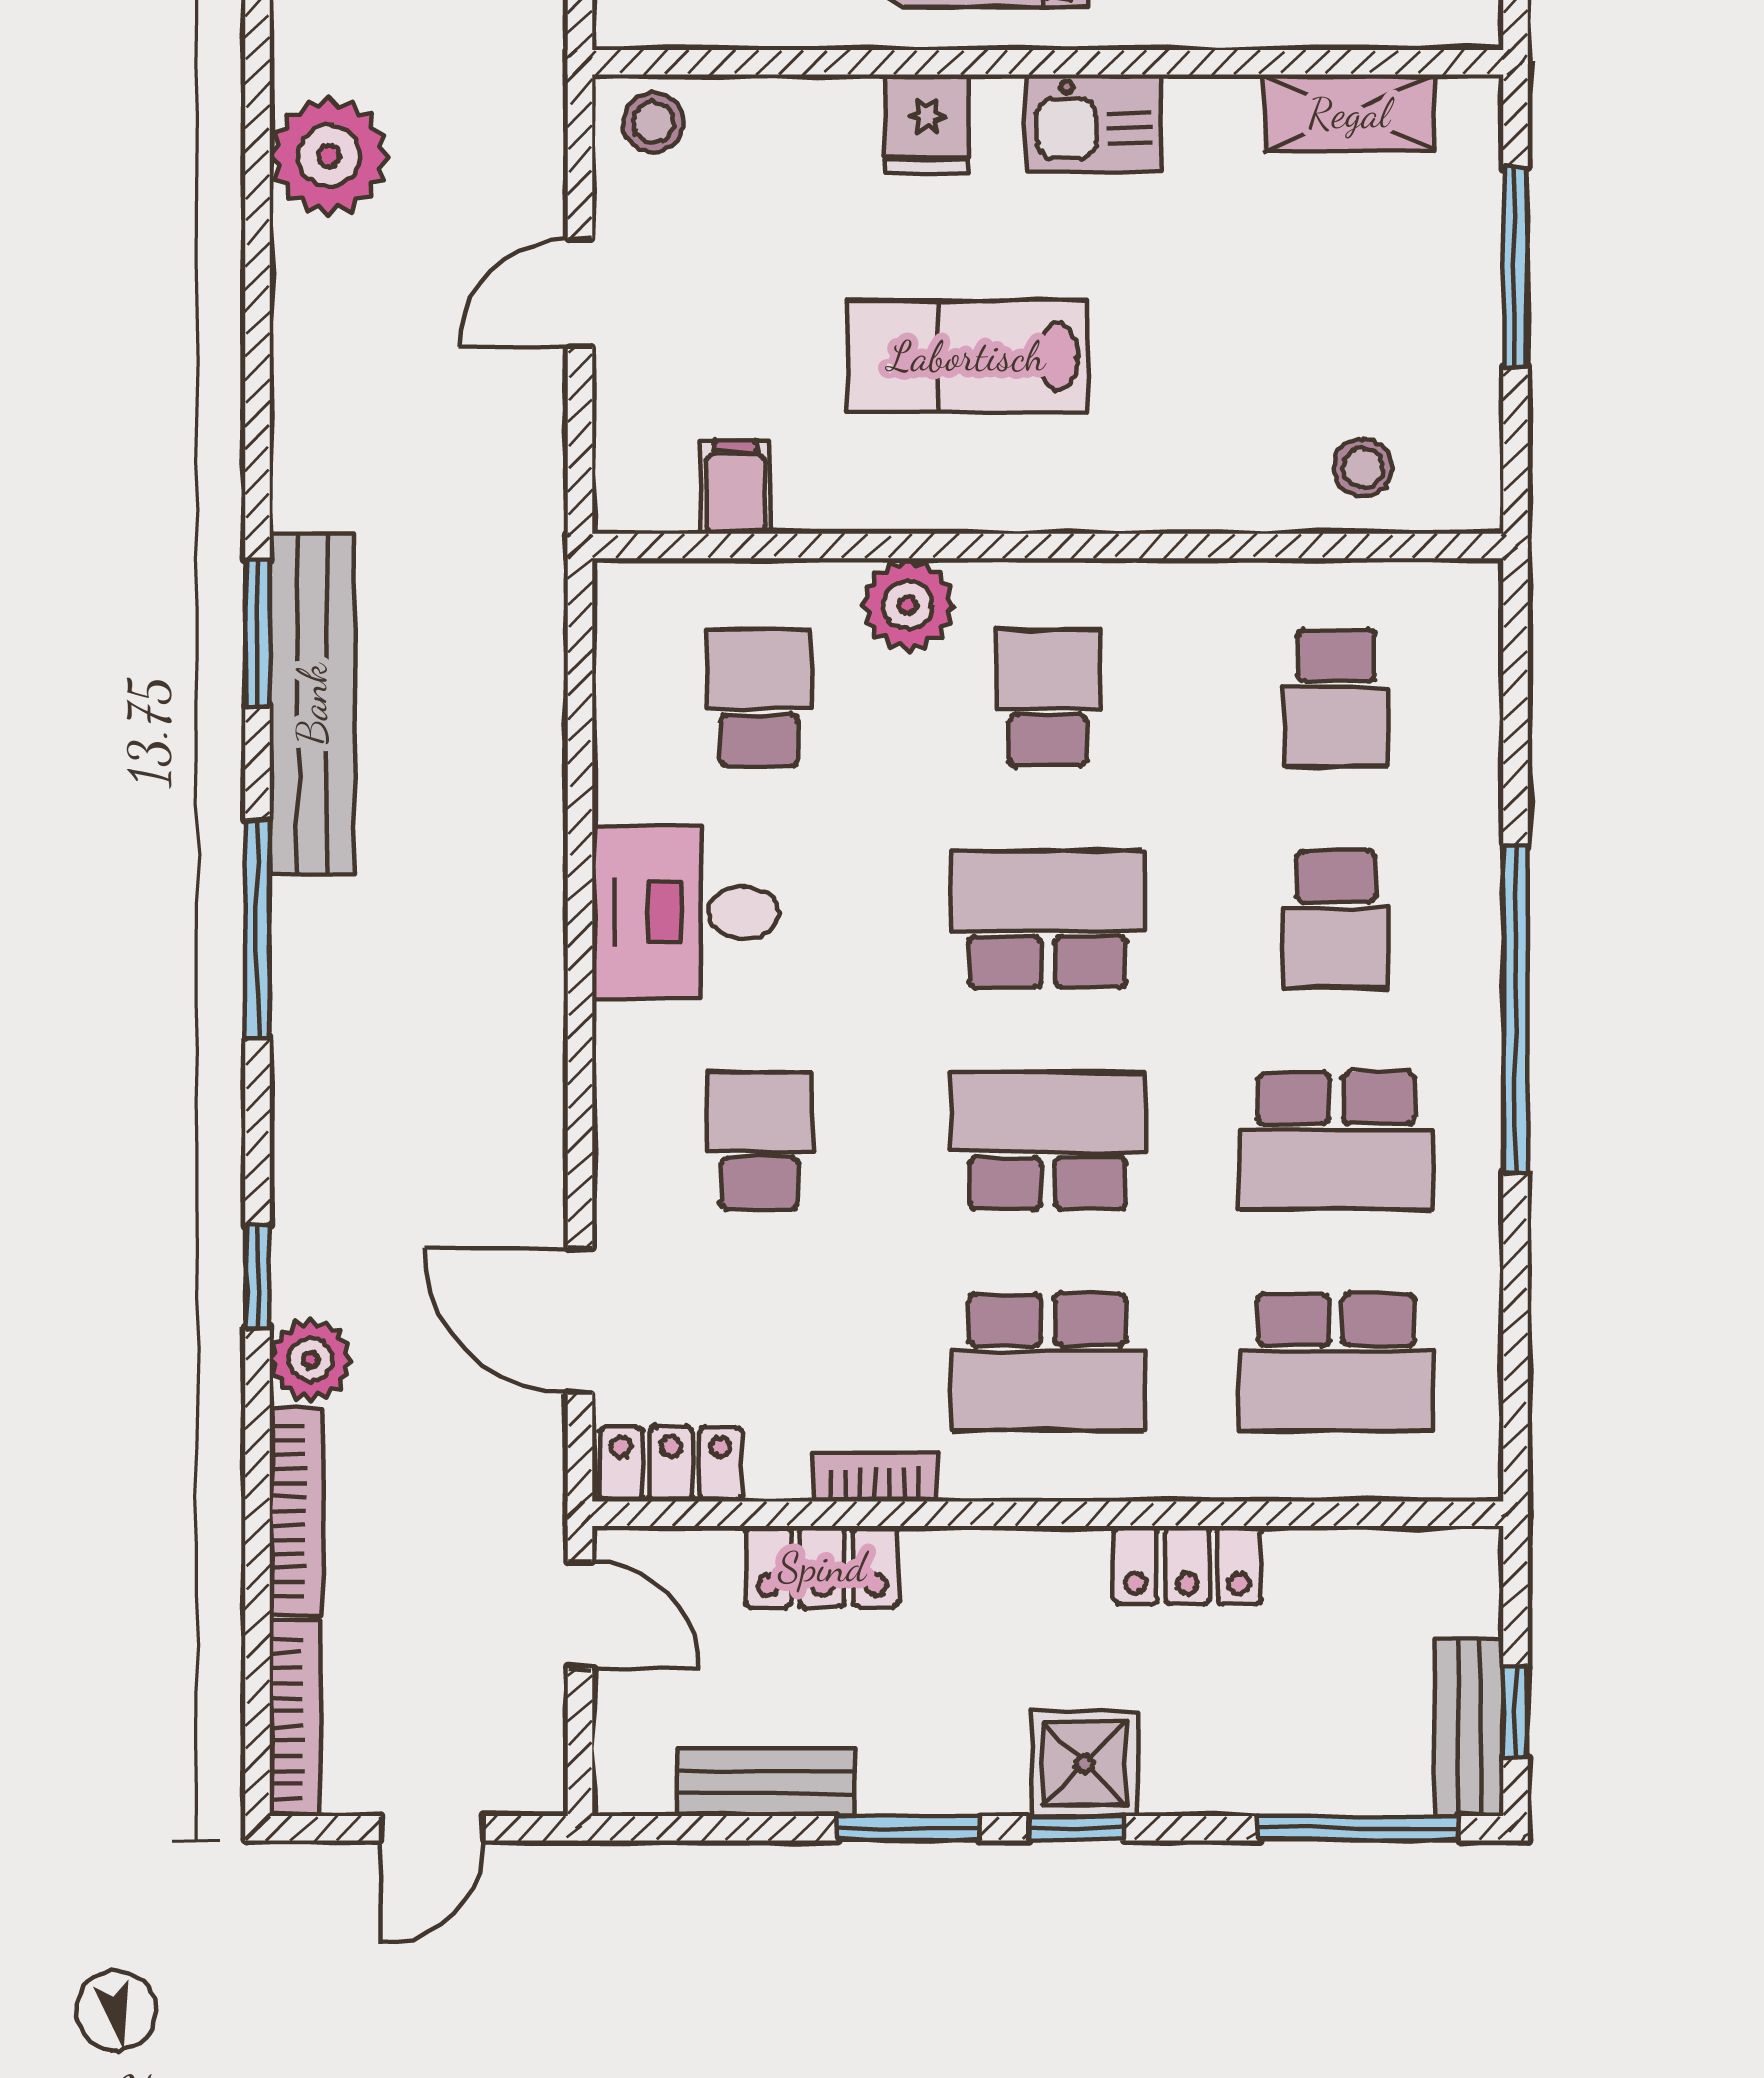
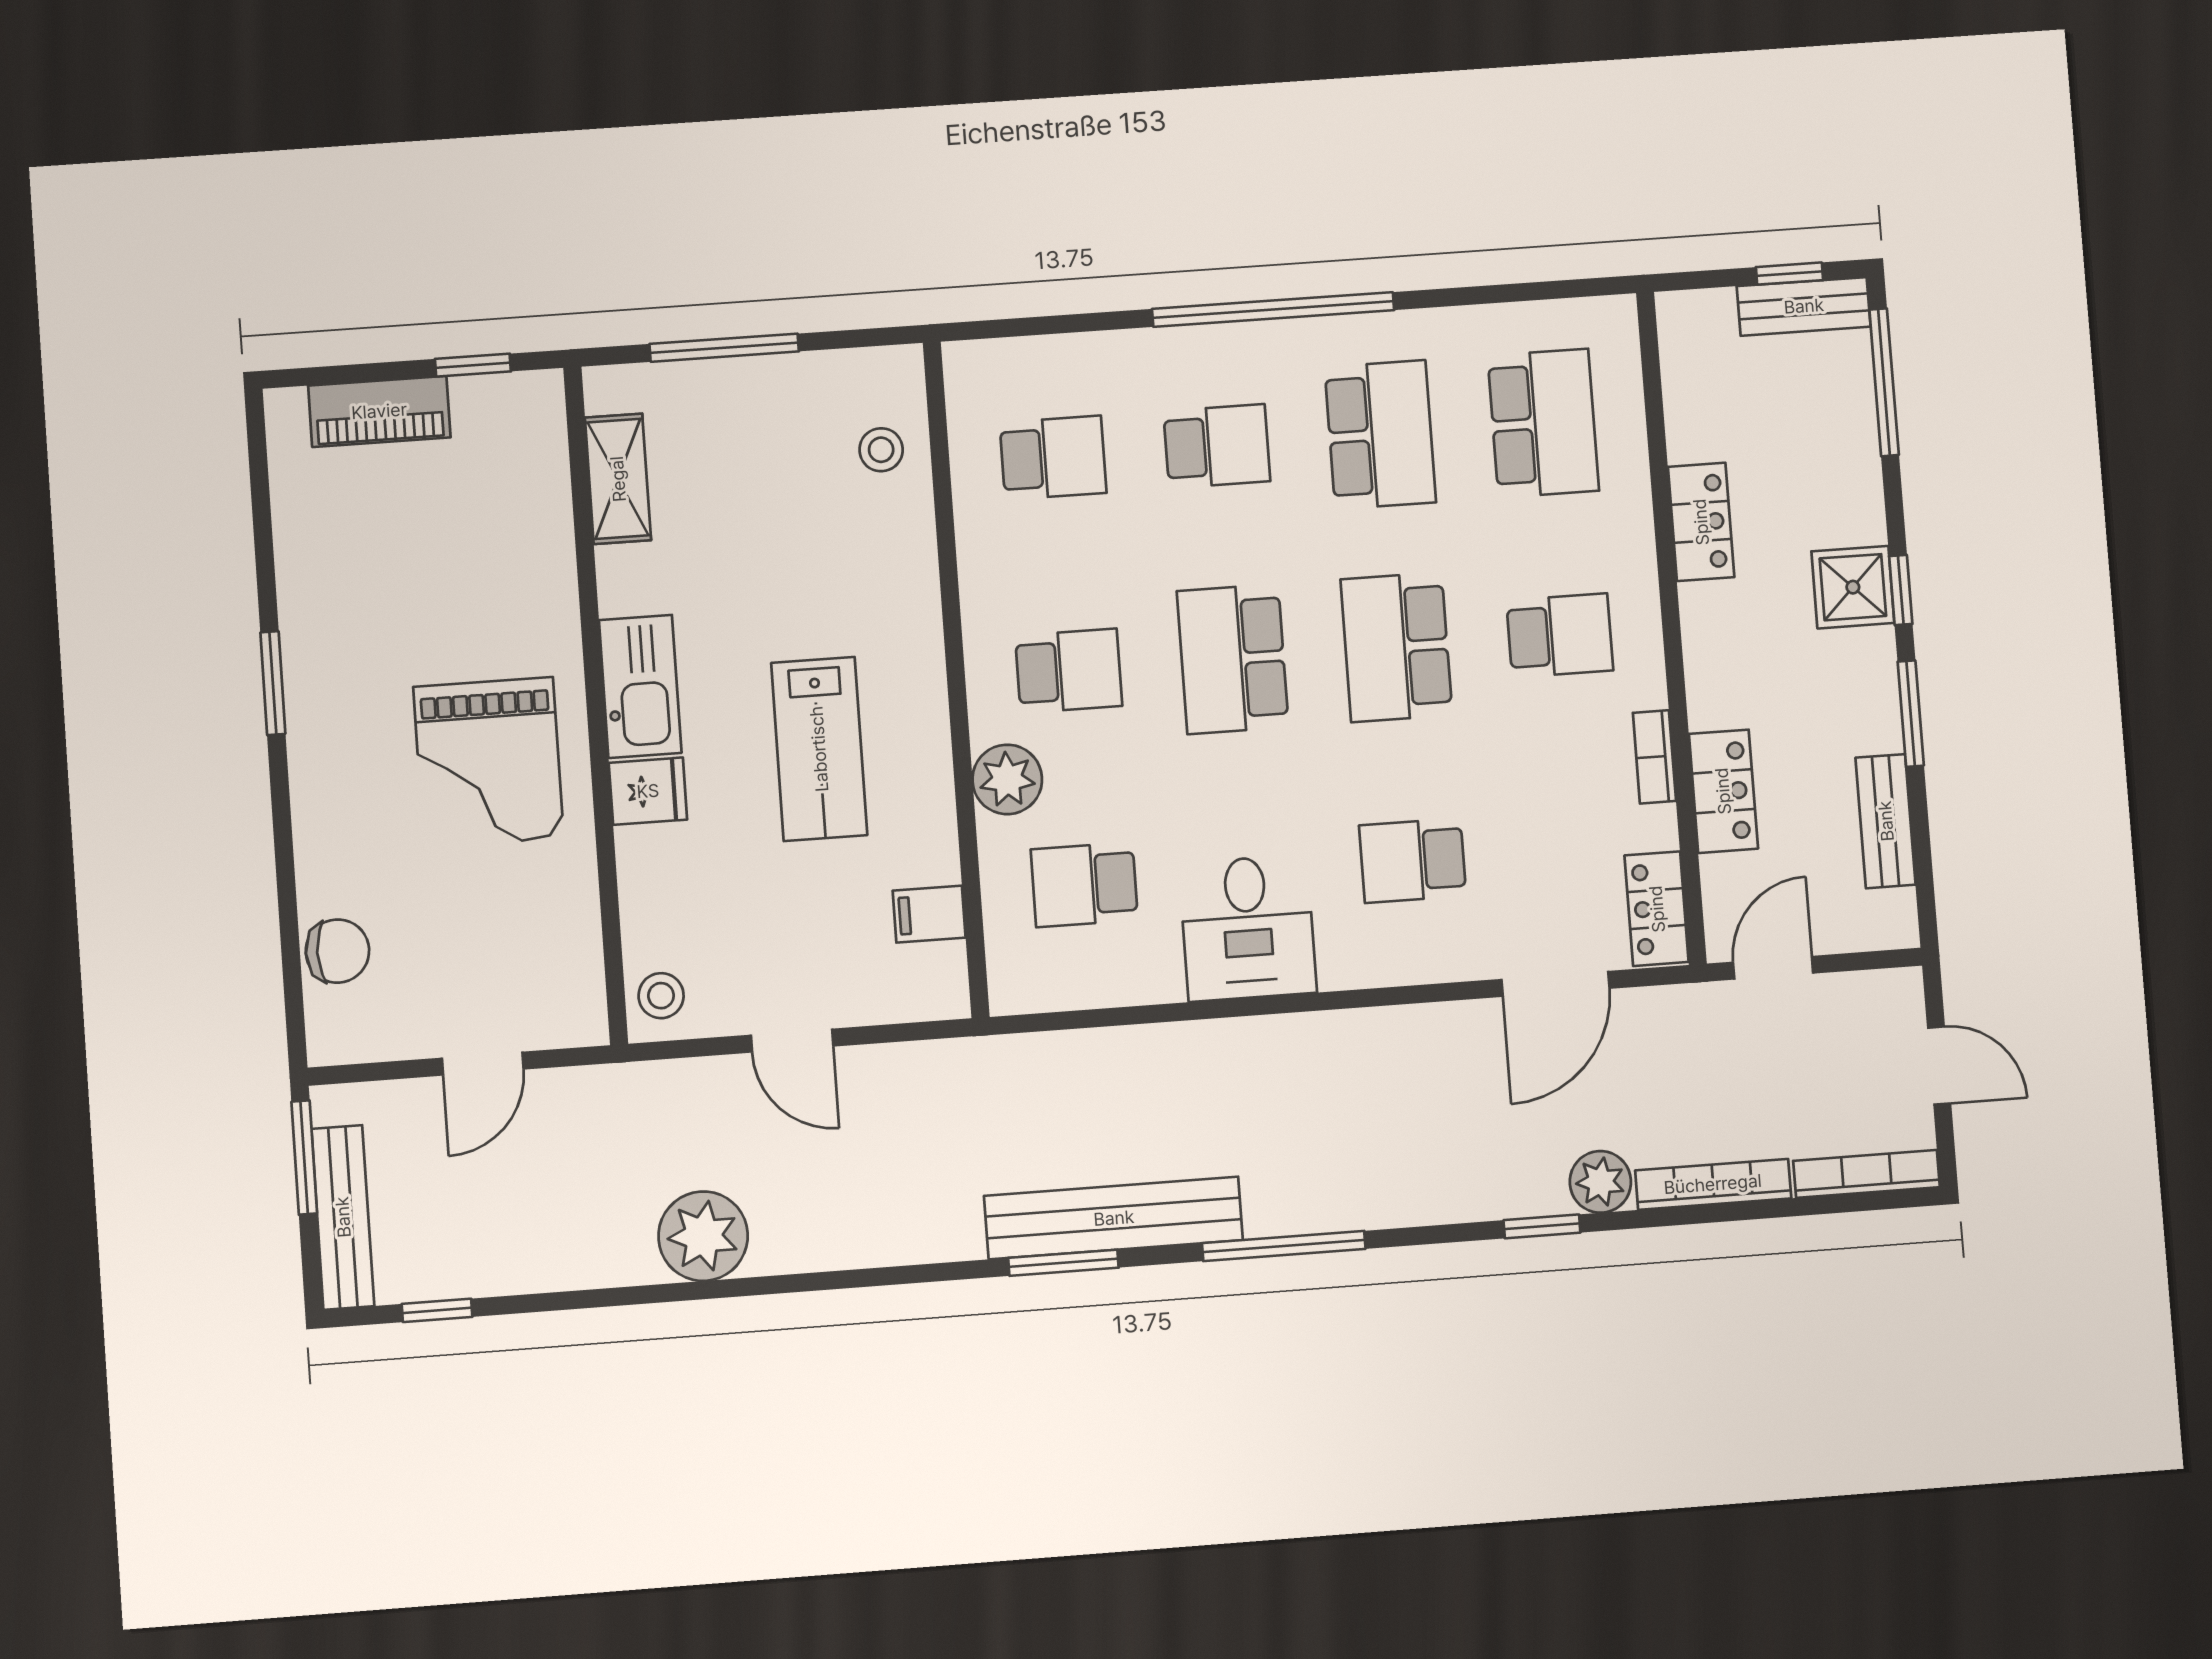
kitchen sink: (1093, 123) -> (640, 686), width x1.38
school desk: (1048, 698) -> (1069, 671), turned 180
school desk: (1048, 1362) -> (1560, 635), width x0.54

